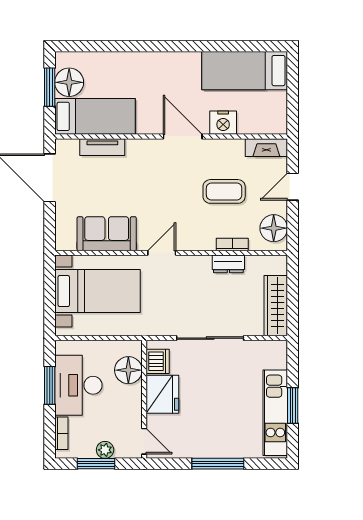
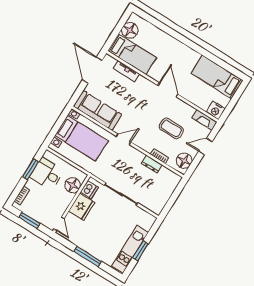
window: (50, 87) -> (119, 27), removed
nightstand: (223, 123) -> (216, 110), moved
sofa: (107, 234) -> (98, 110), width x1.36
wardrobe: (276, 306) -> (162, 198), removed
desk: (78, 385) -> (47, 174), width x0.73
plant: (105, 450) -> (38, 216), removed

